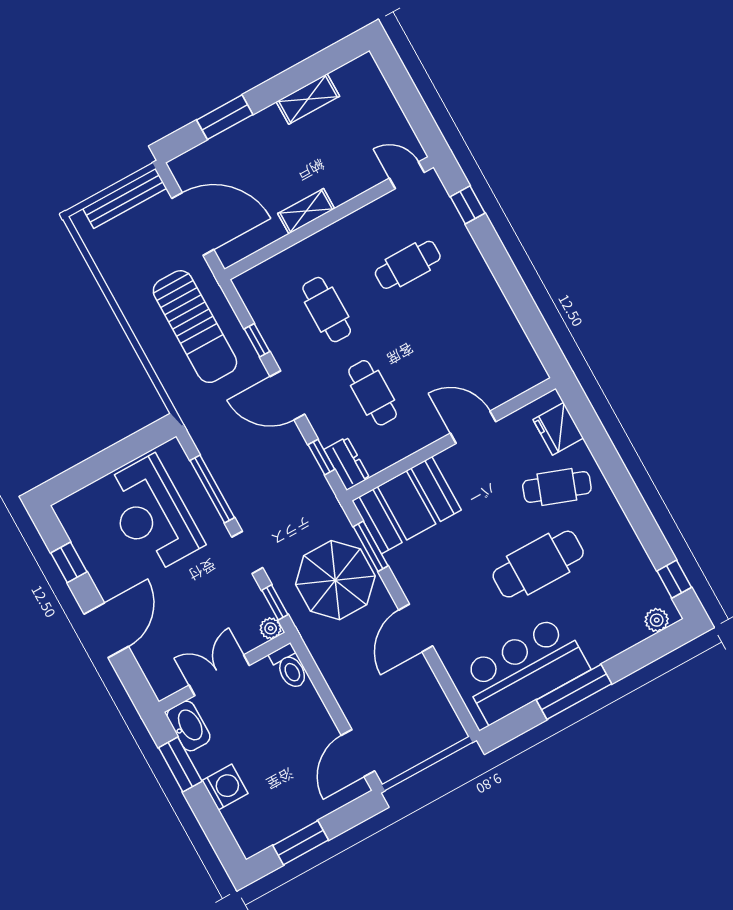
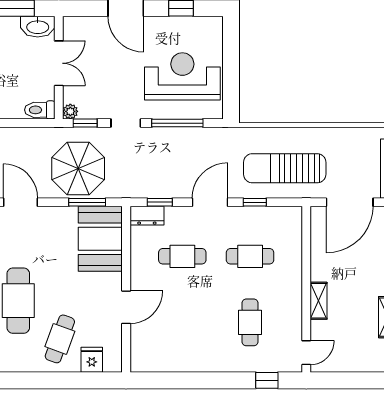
shelving: (306, 211) -> (319, 301), moved
fridge: (558, 429) -> (92, 360), width x0.72

